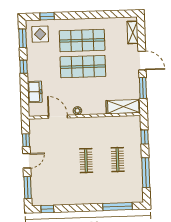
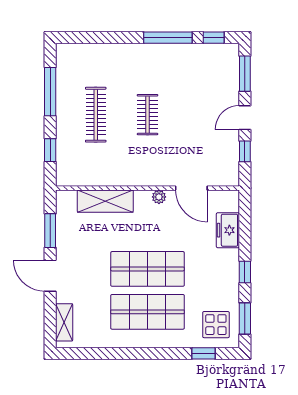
shelving: (123, 107) -> (105, 201), moved
clothes rail: (118, 160) -> (96, 115), width x1.36
window: (117, 207) -> (168, 38), moved

